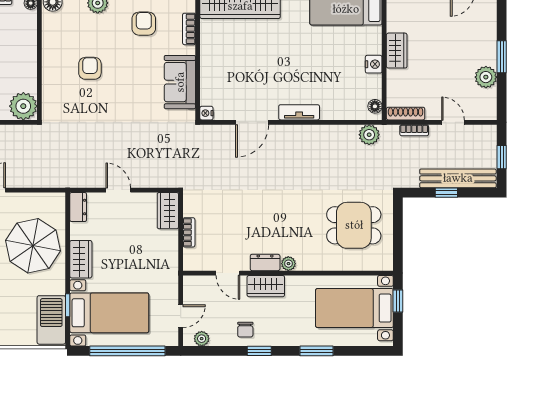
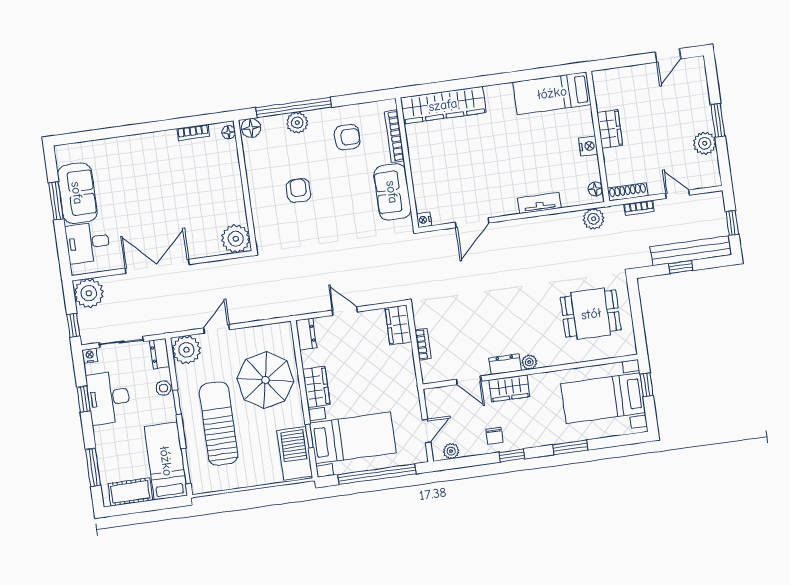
armchair: (144, 24) -> (347, 137), turned 90
bookcase: (189, 29) -> (394, 136), width x1.56
tv unit: (299, 112) -> (539, 203), moved

